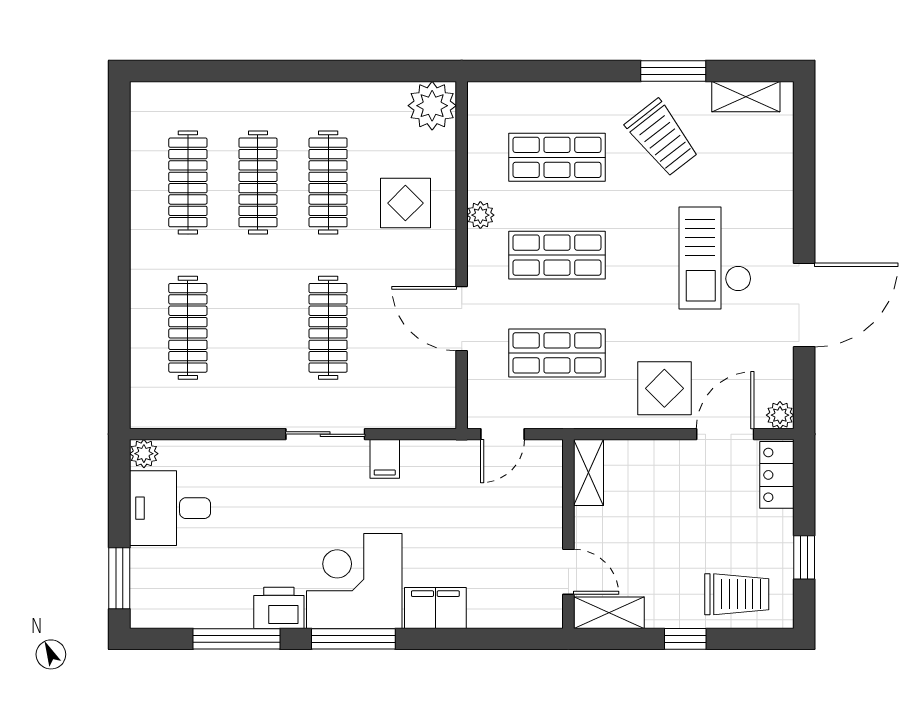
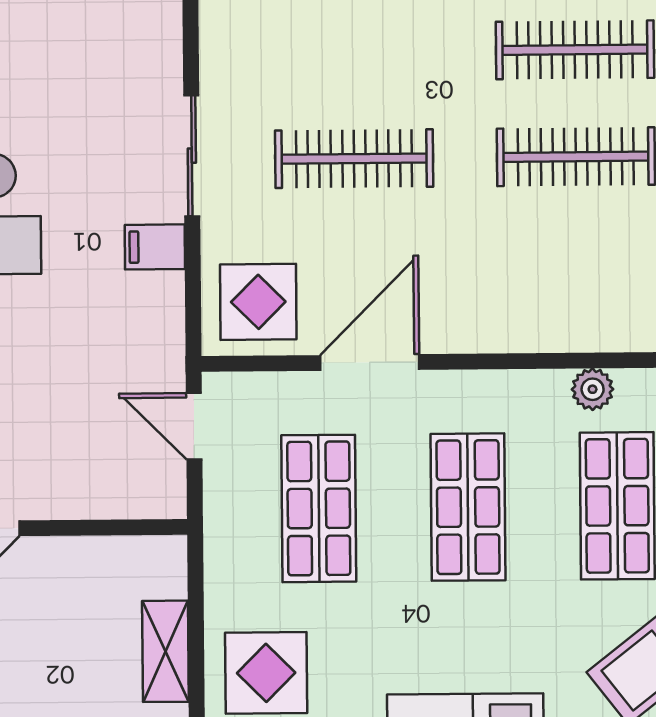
display table: (405, 203) -> (258, 302), moved
plant: (480, 215) -> (593, 389), moved
shelving: (588, 472) -> (165, 651), moved, turned 90

